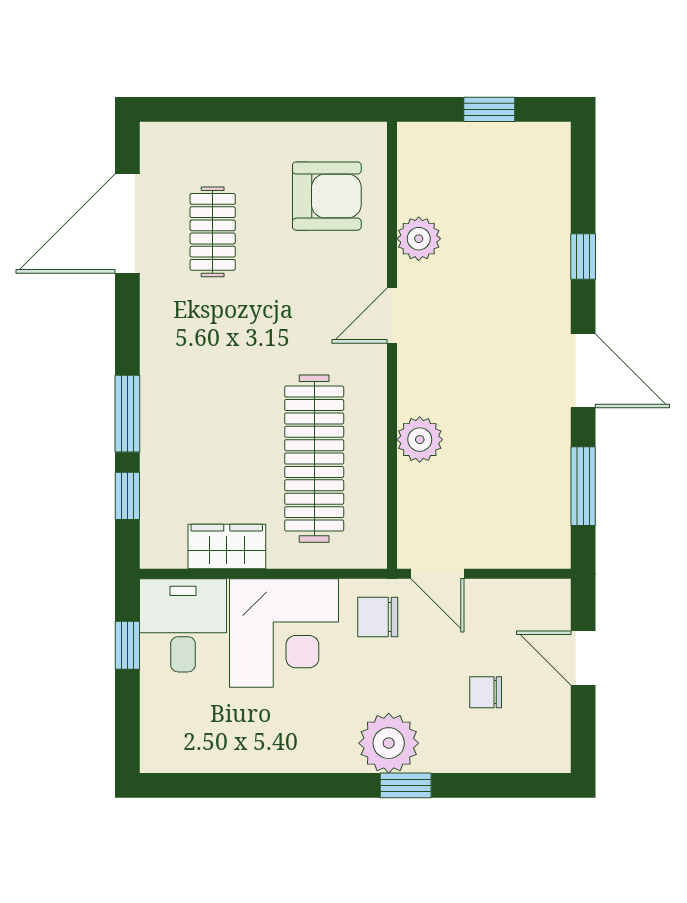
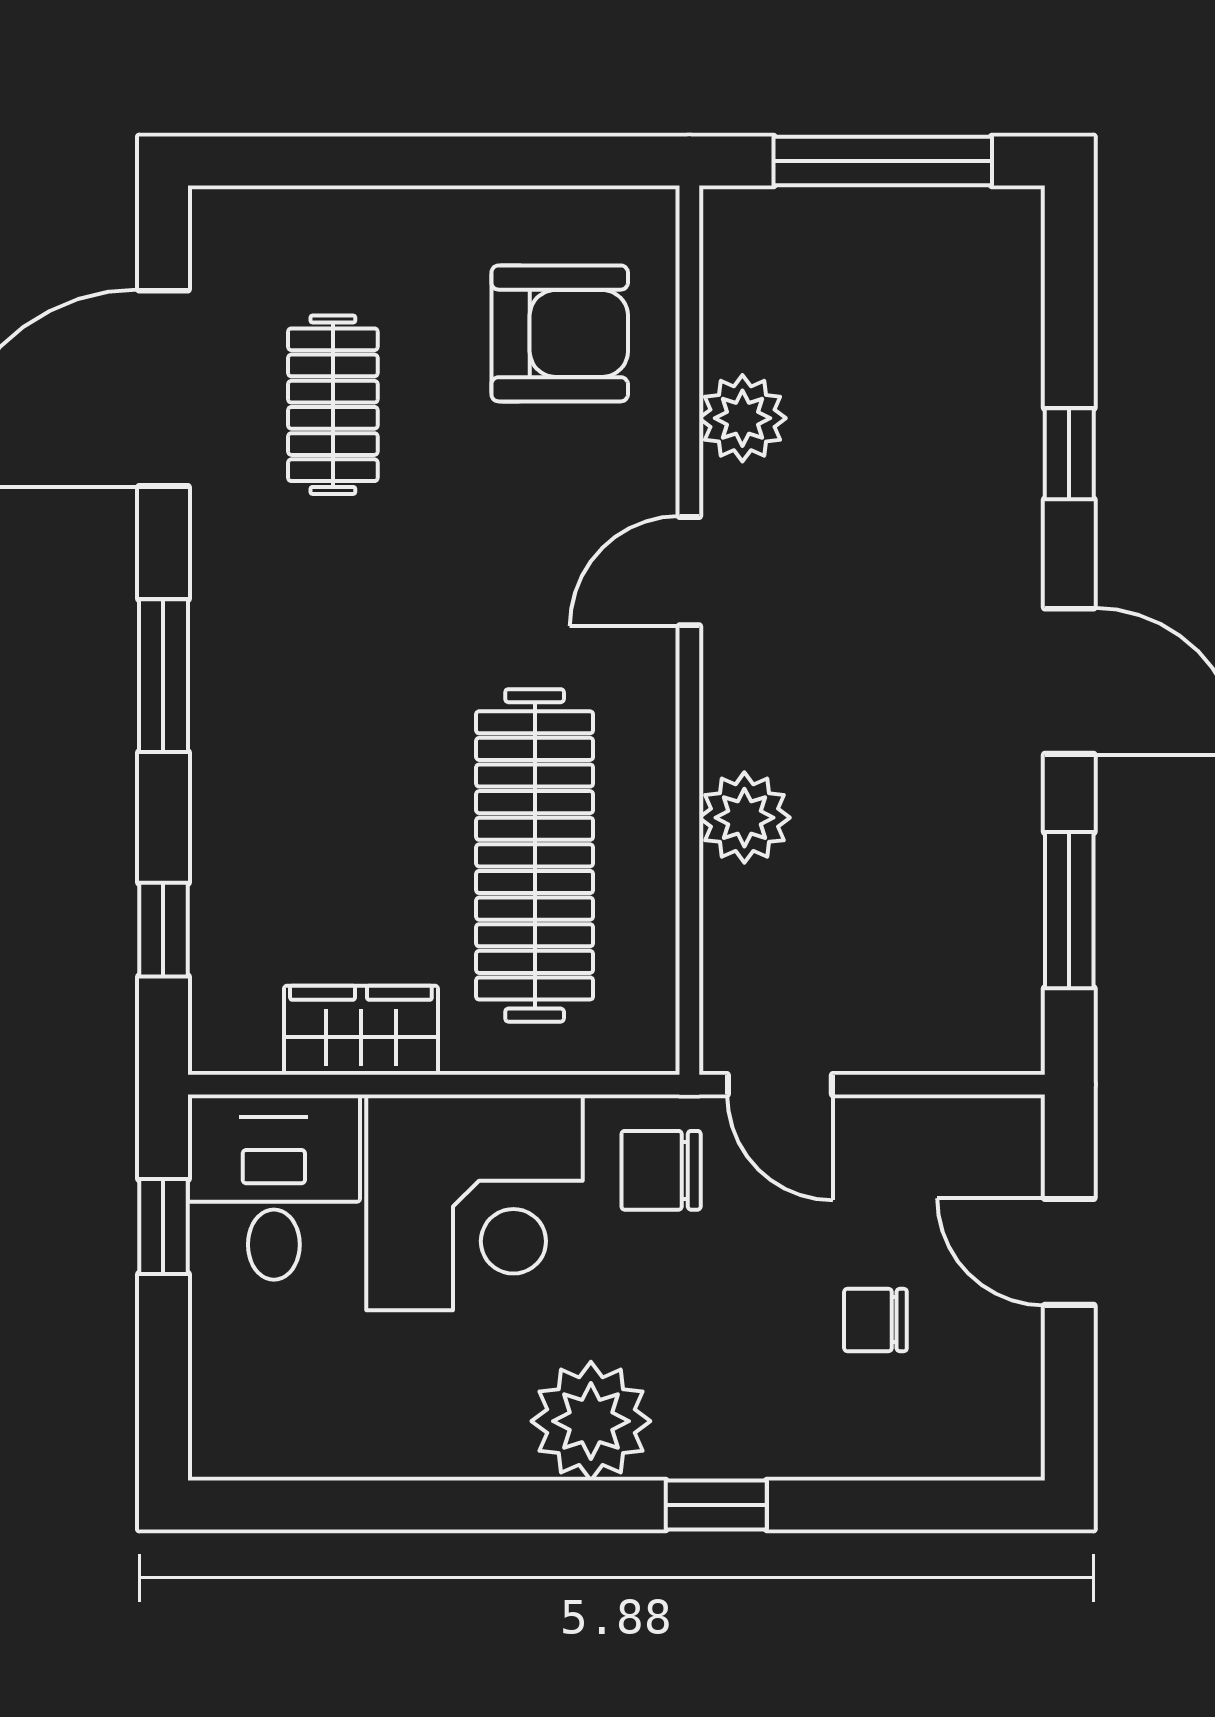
window: (489, 109) -> (883, 161), width x2.17
window: (127, 414) -> (163, 676), moved
plant: (389, 743) -> (591, 1421), moved

